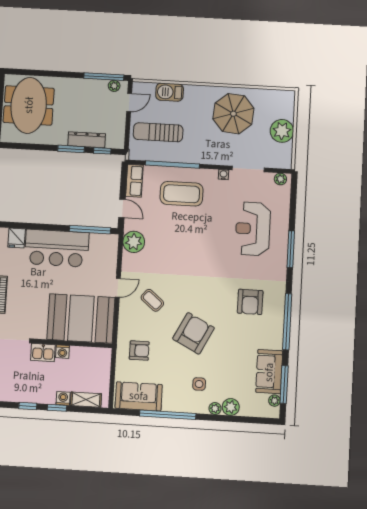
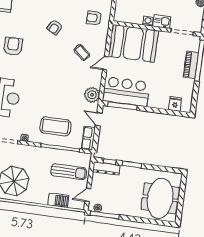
dresser: (87, 140) -> (106, 168), moved
bar counter: (57, 248) -> (126, 92), moved
armchair: (193, 333) -> (55, 27), width x0.53, depth x0.53

